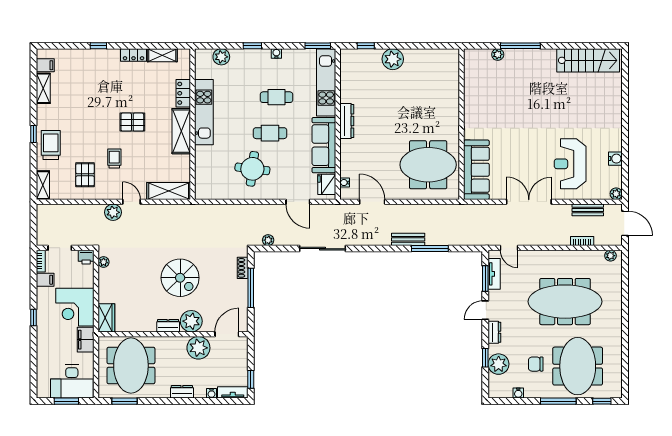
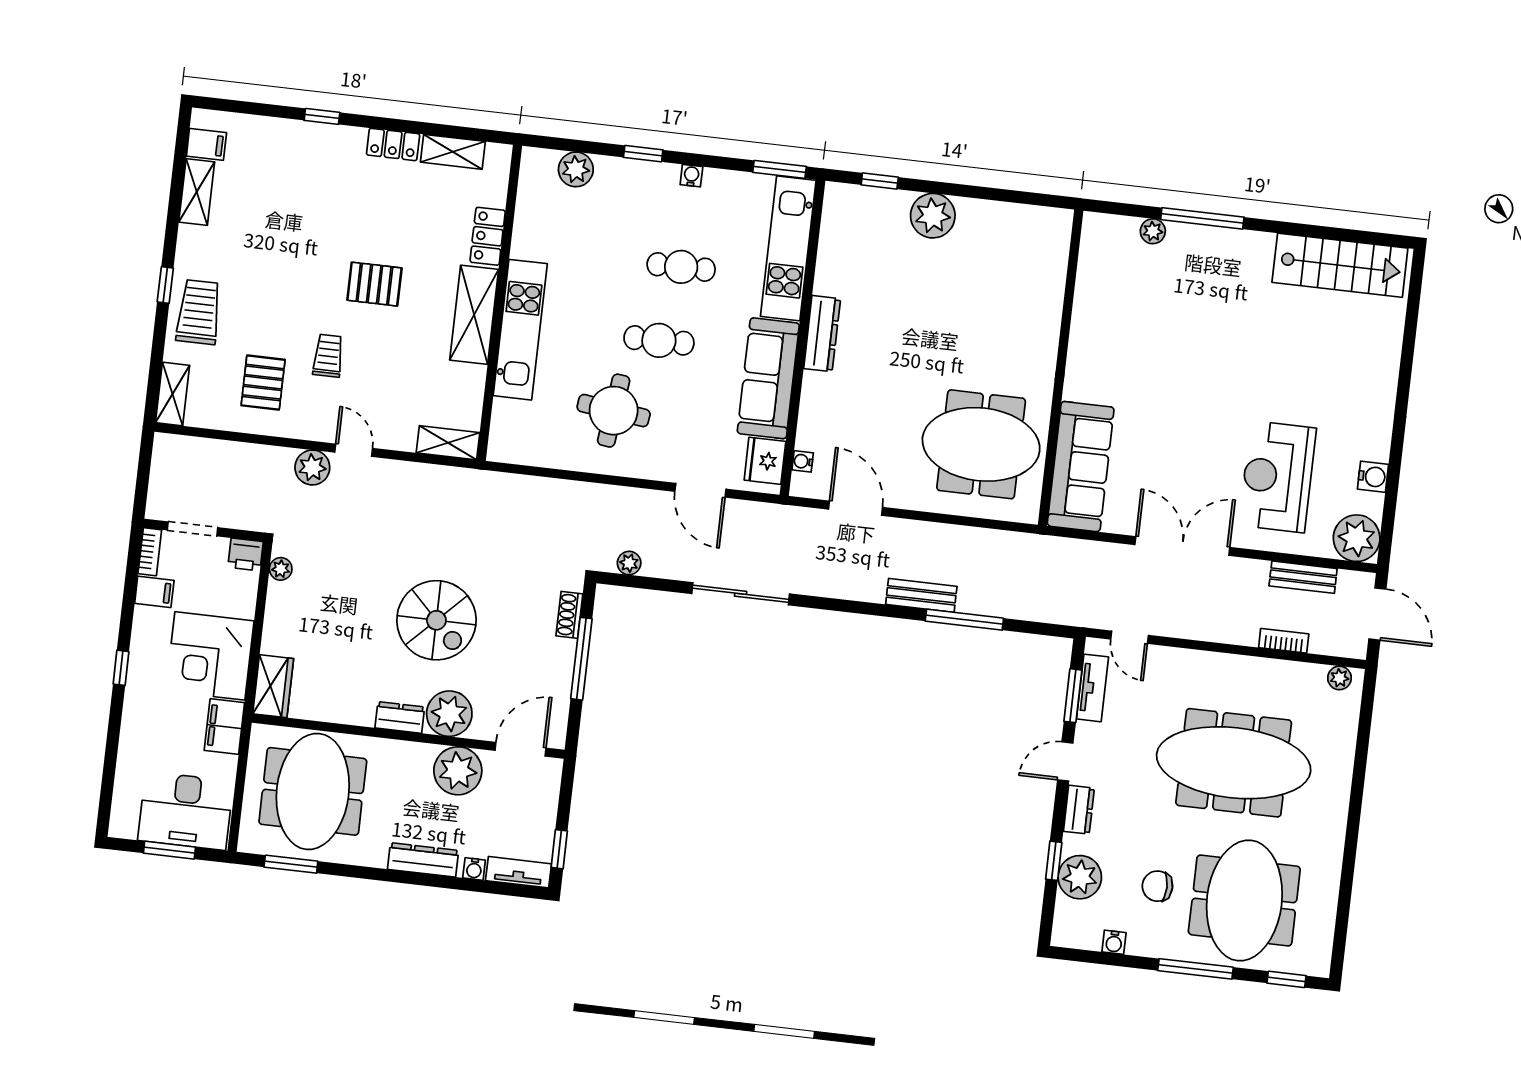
kitchen unit: (204, 112) -> (520, 330), moved
shelving: (169, 191) -> (448, 443), width x0.67, depth x0.75
plant: (616, 194) -> (1357, 538), width x1.88, depth x1.88
dresser: (182, 392) -> (423, 860), width x1.44

